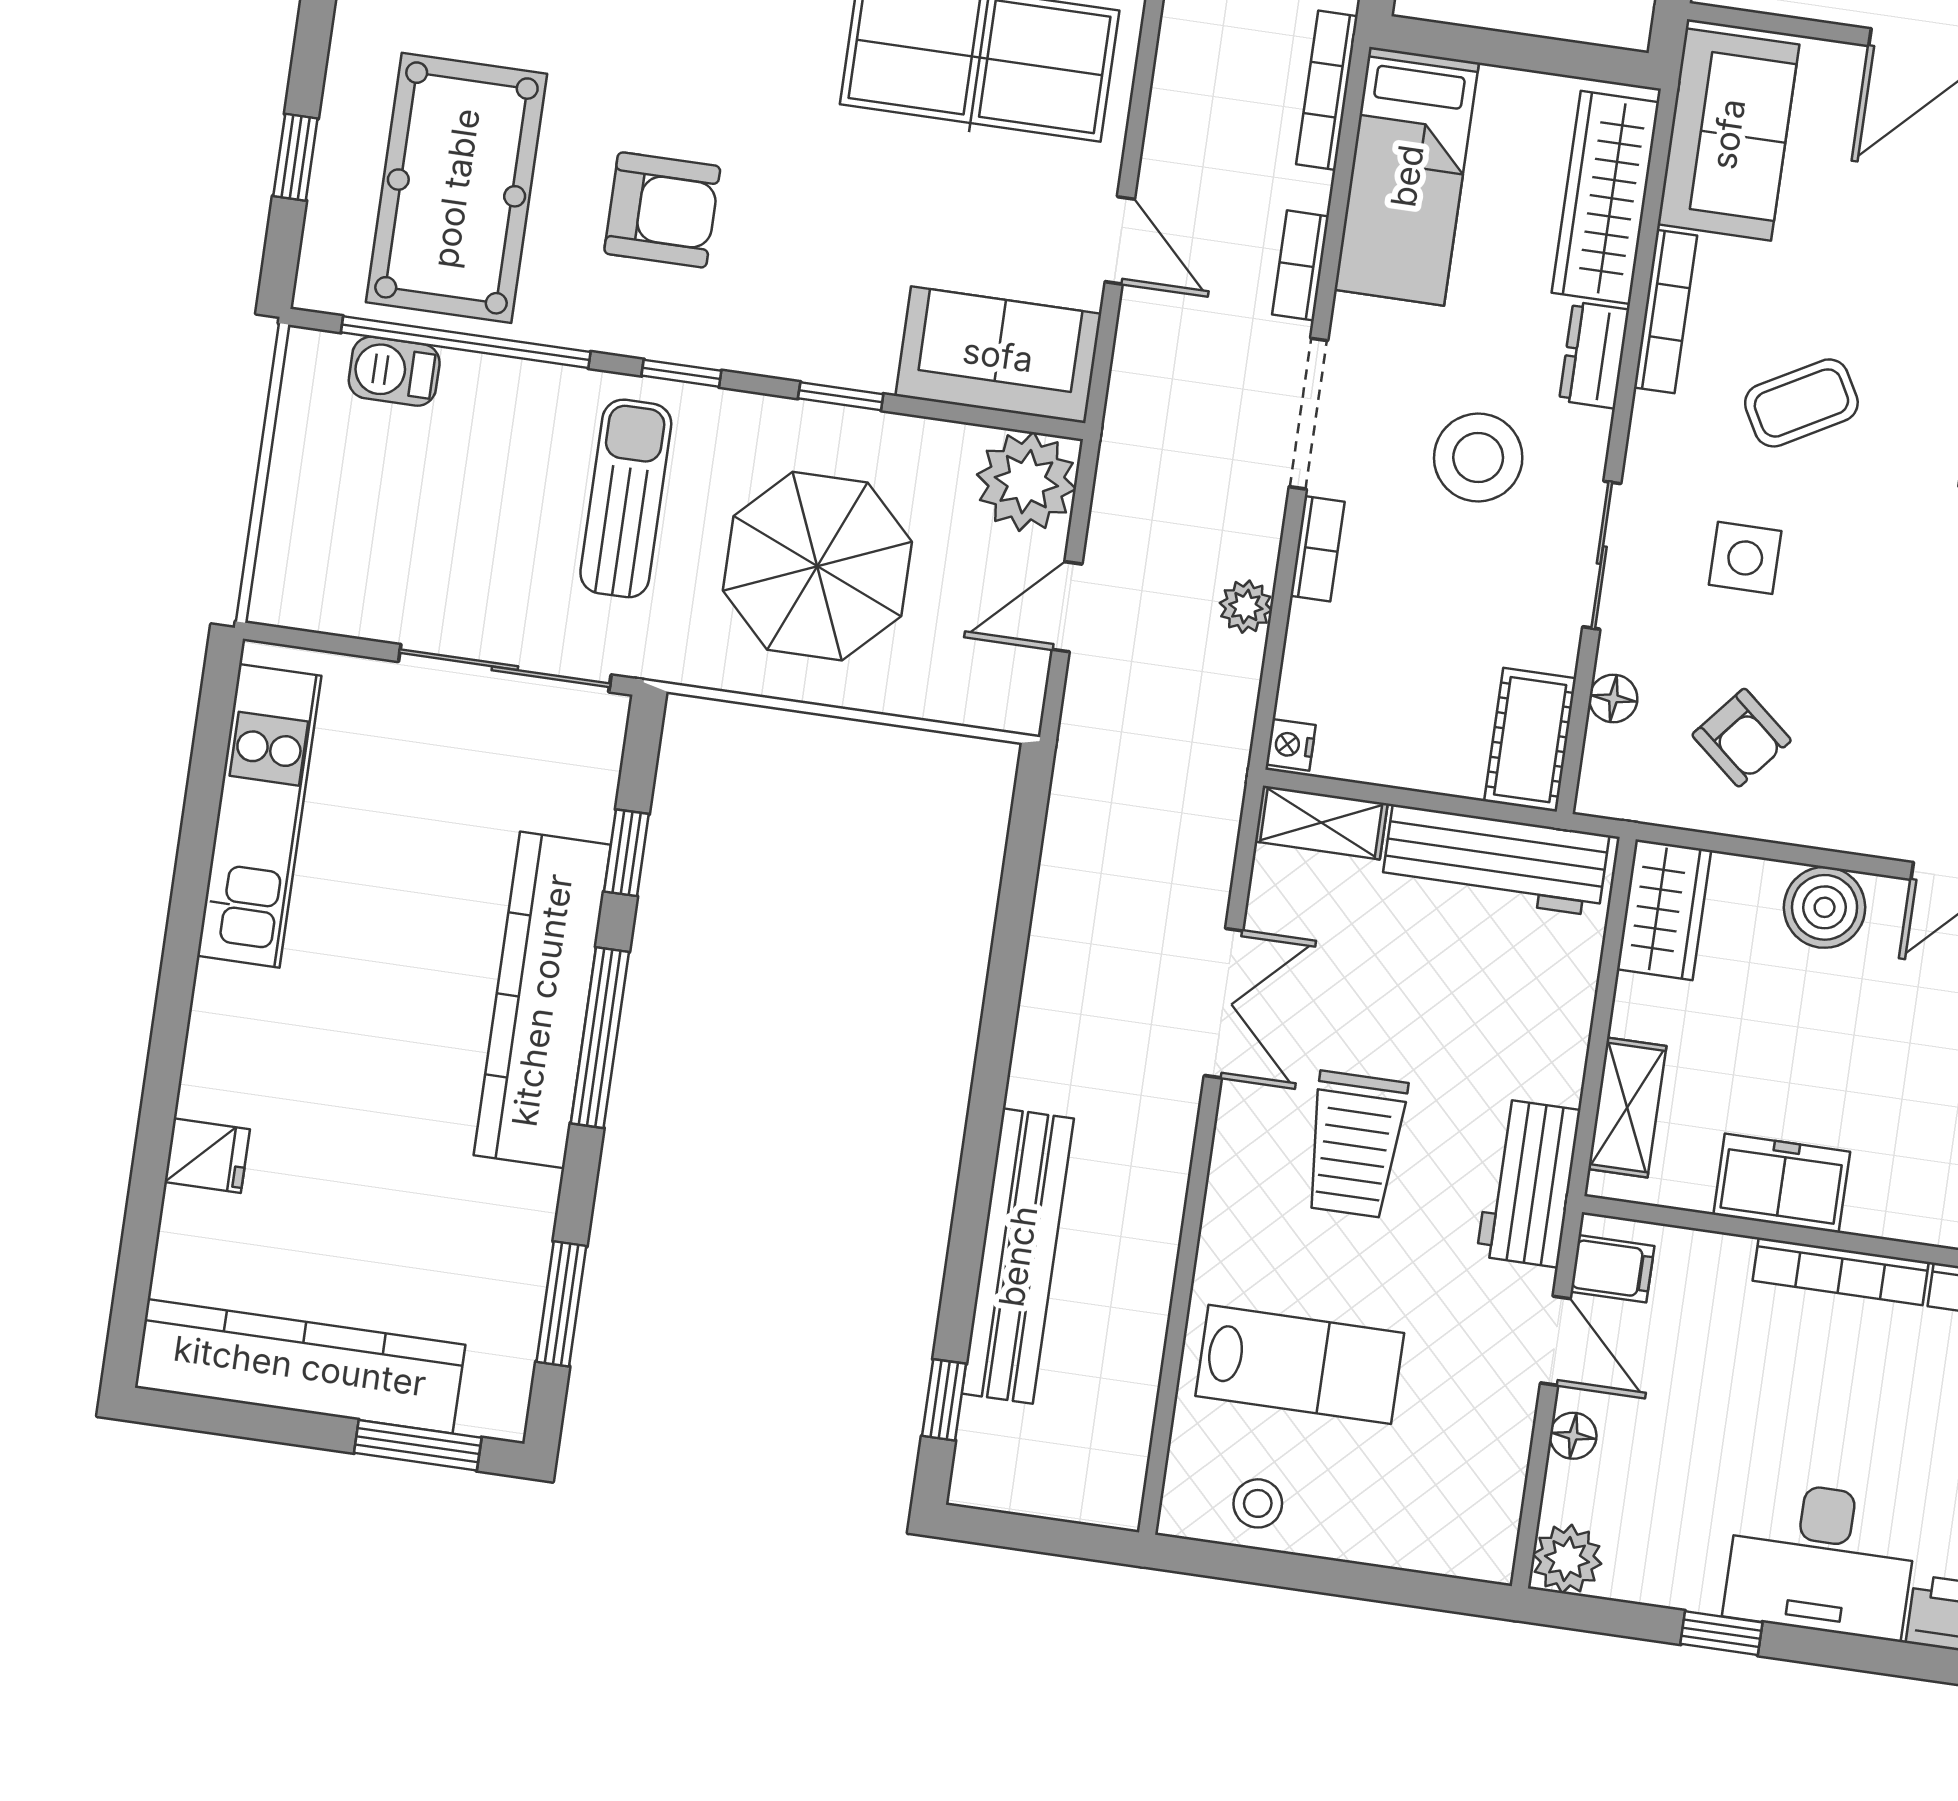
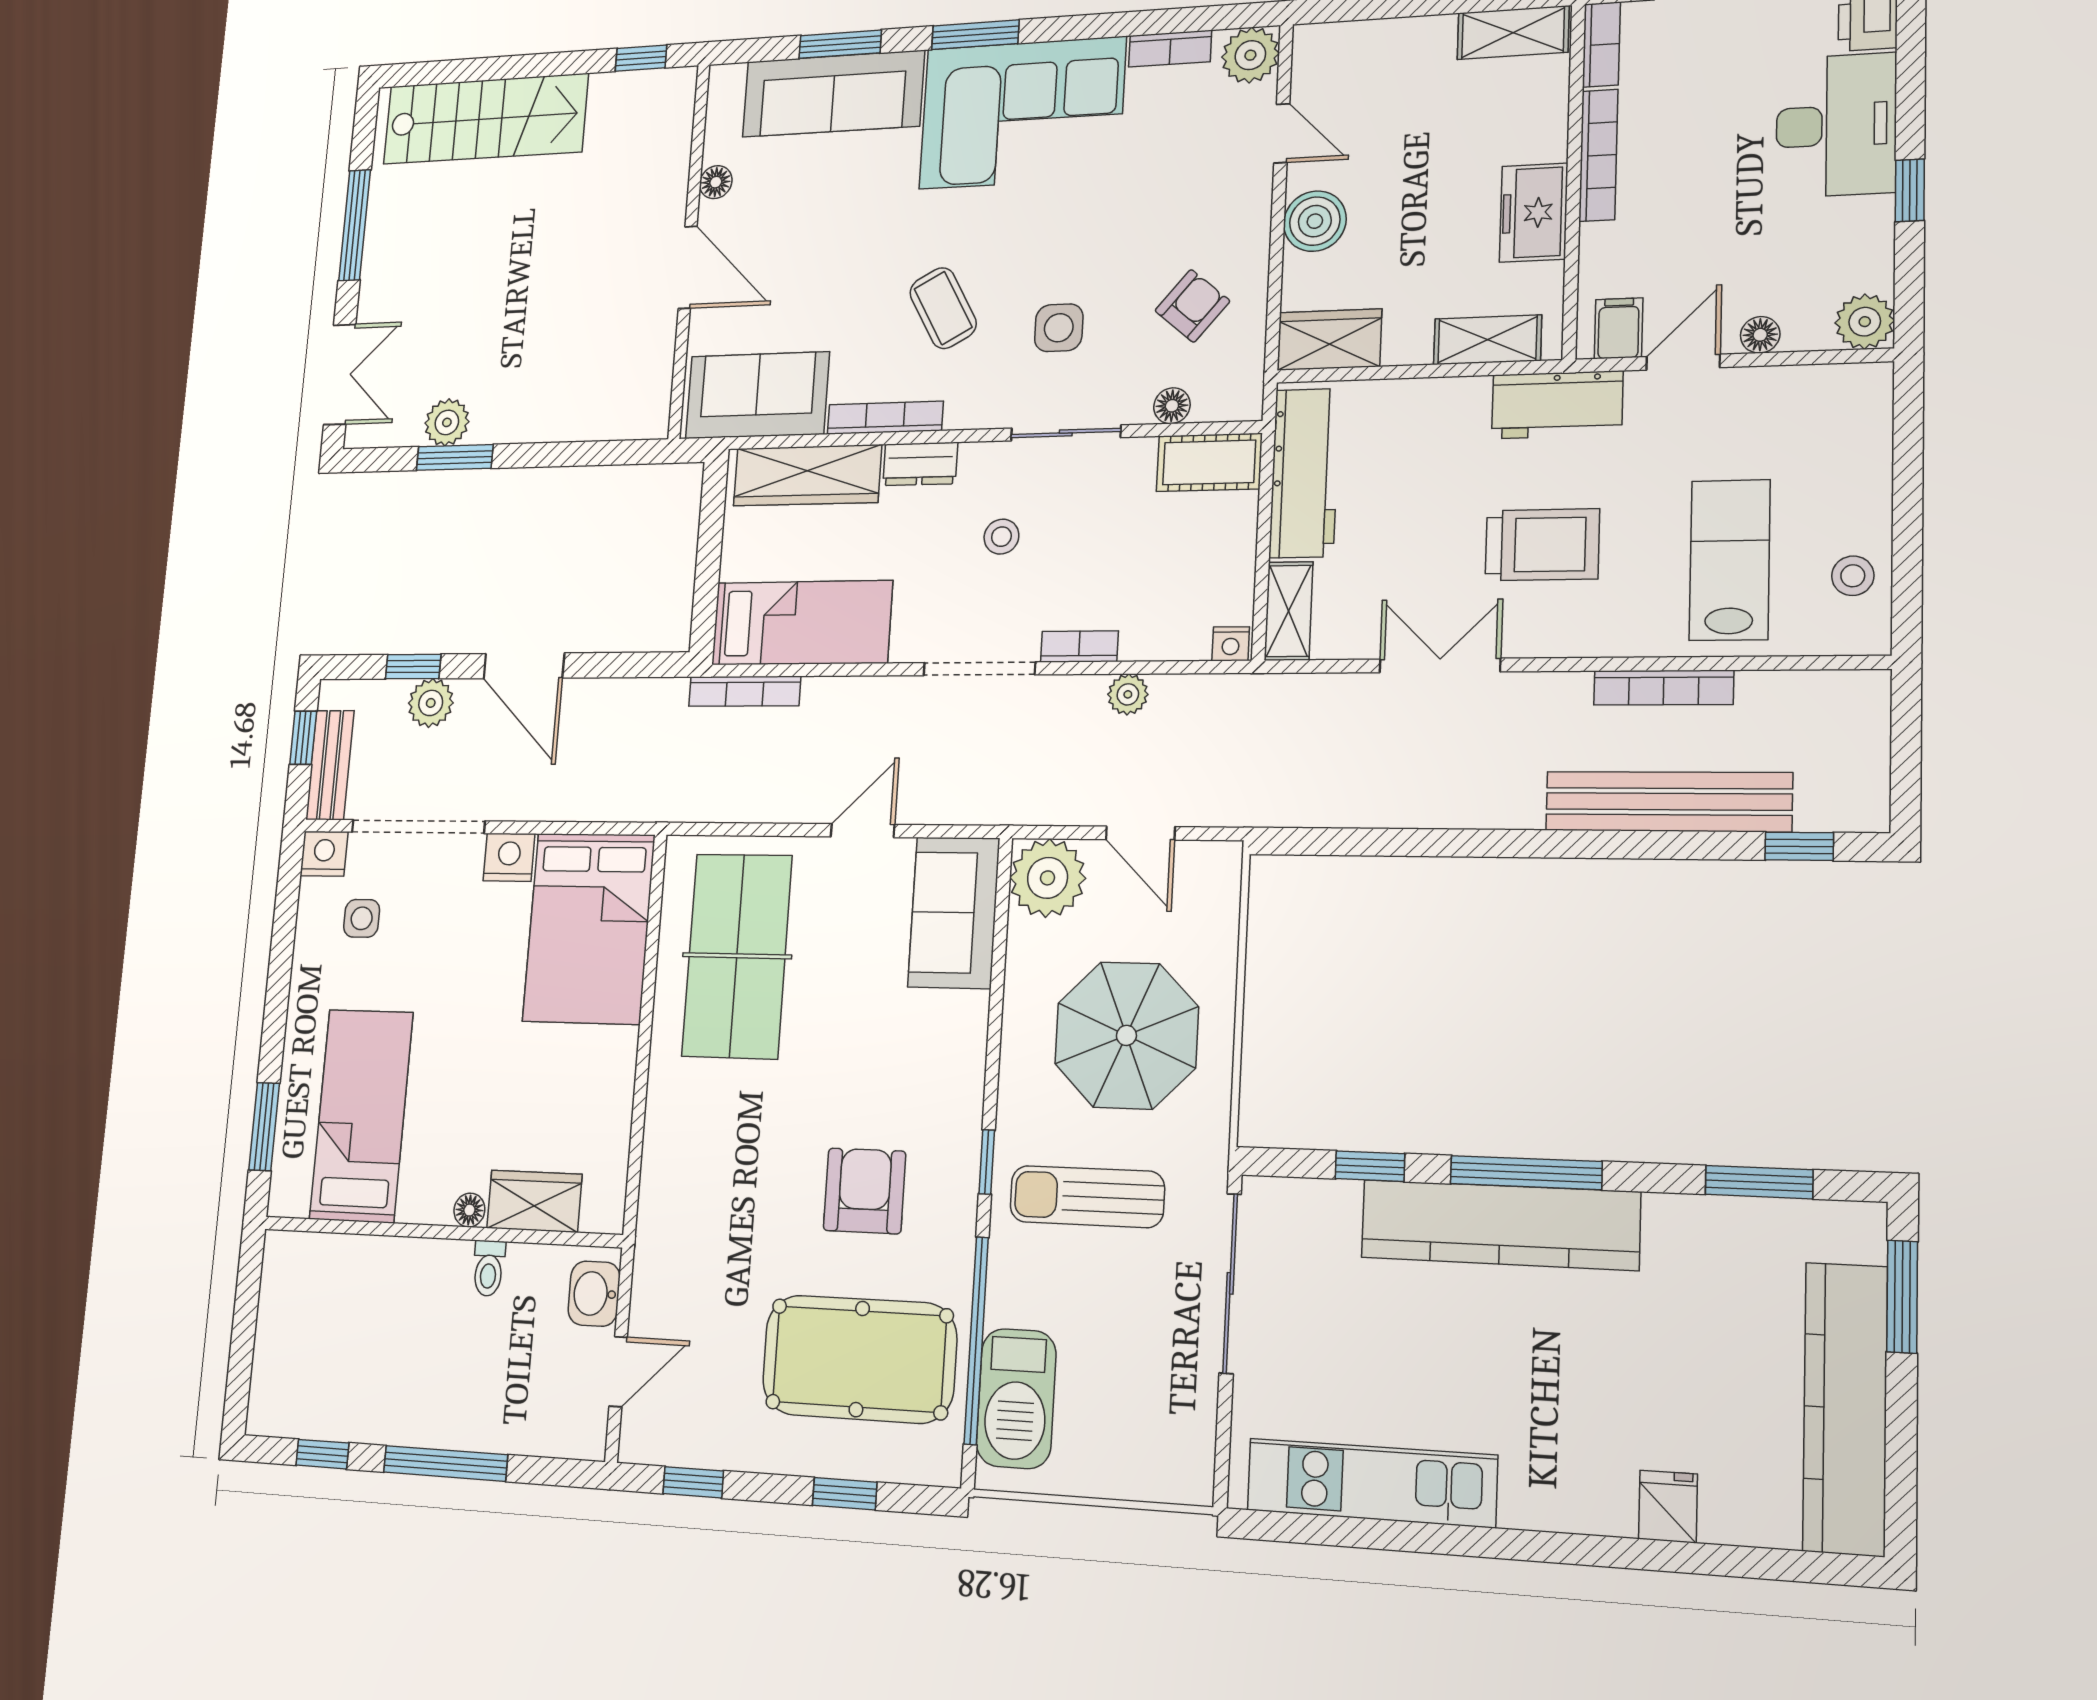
bookcase: (1301, 265) -> (1663, 688), moved, width x1.56
barbecue: (394, 371) -> (1016, 1398), width x1.88, depth x1.53
window: (841, 396) -> (994, 1032), removed
stool: (1478, 457) -> (1001, 537), width x0.53, depth x0.53

